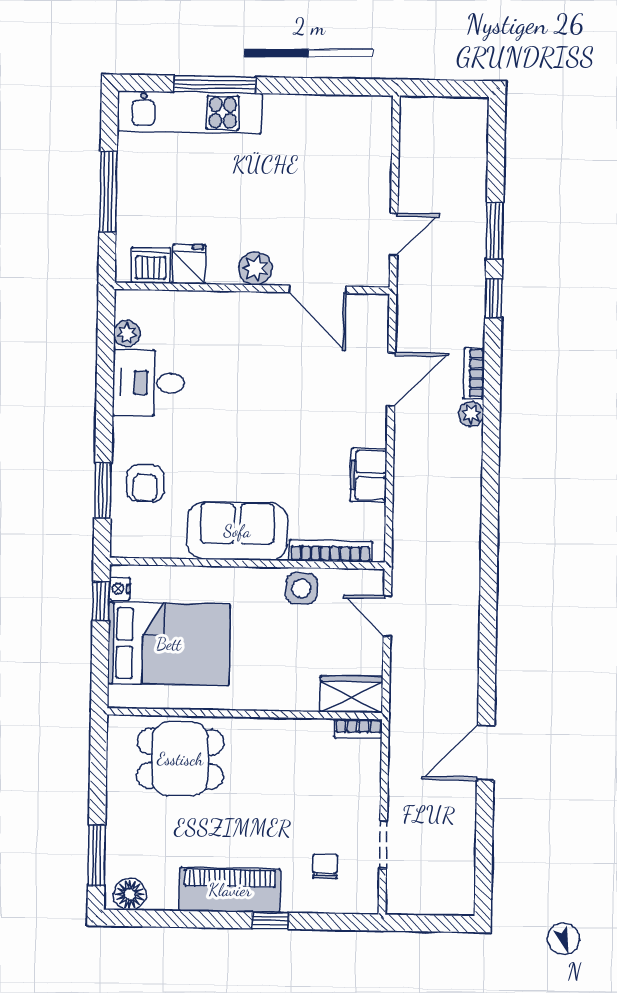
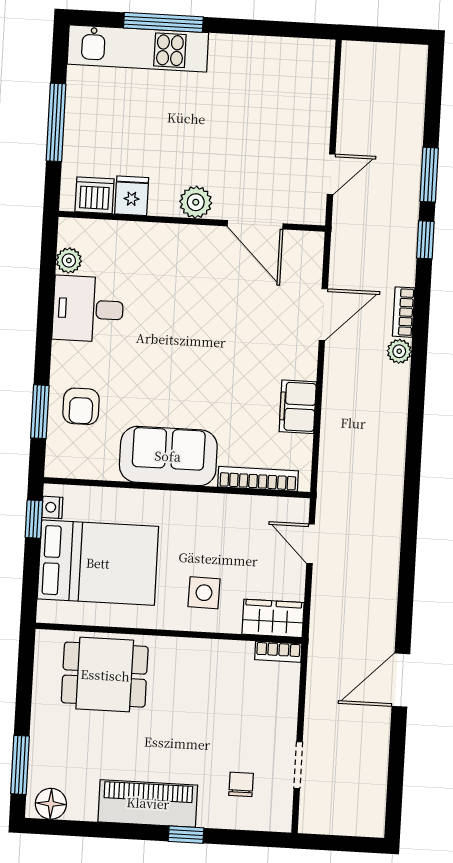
side table: (301, 589) -> (204, 593), moved

